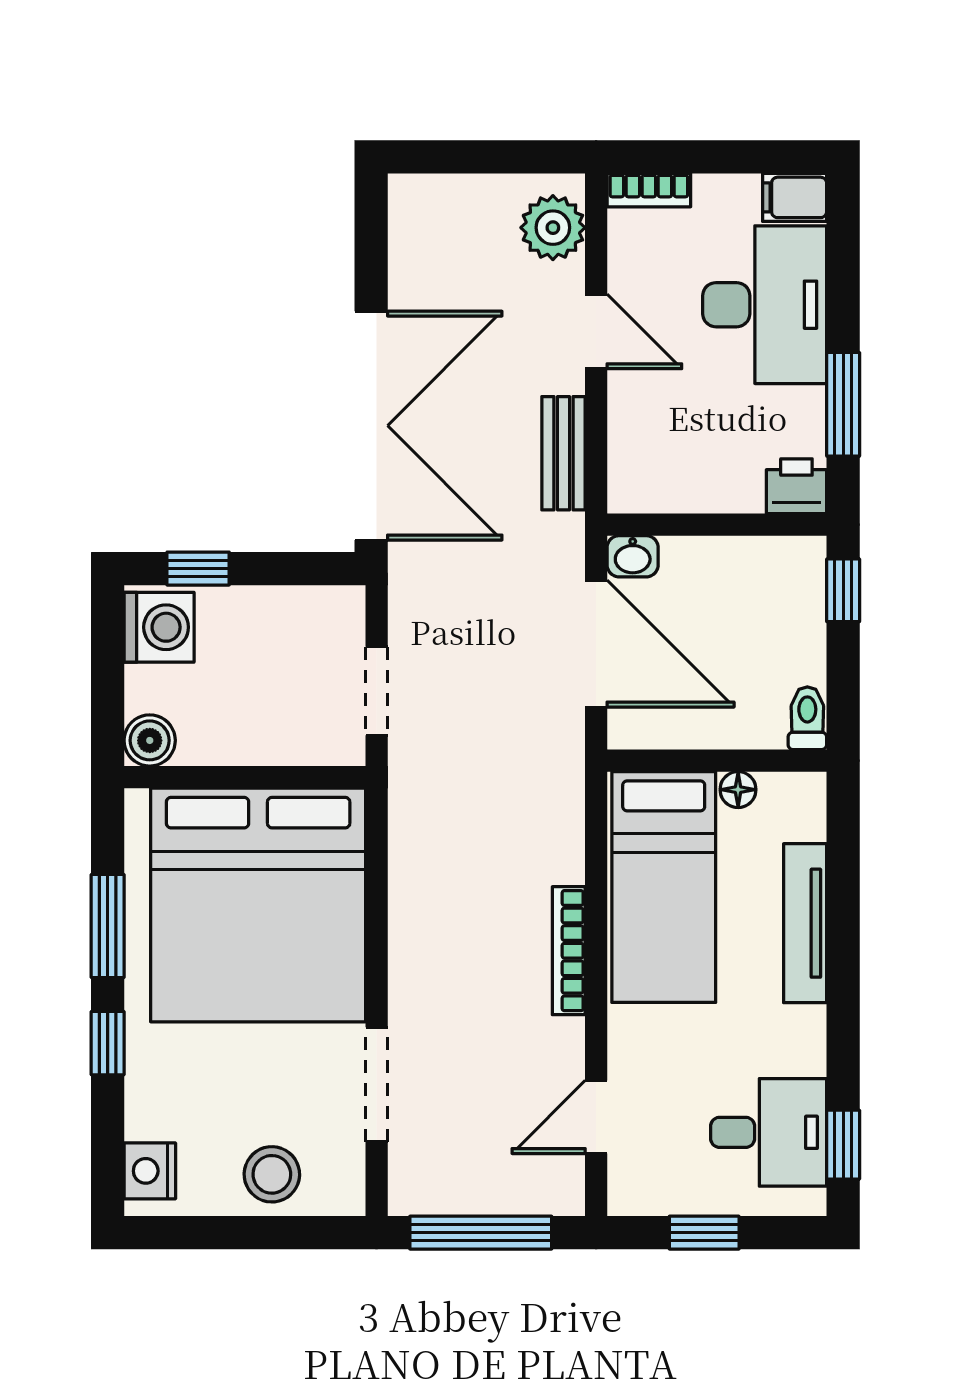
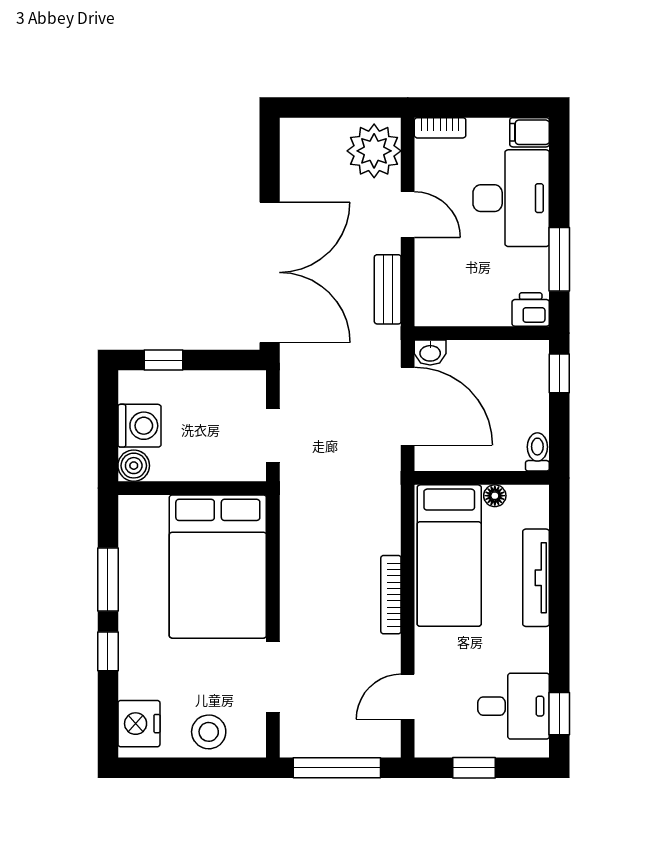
plant: (553, 228) -> (374, 151), width x1.36, depth x1.36
washing machine: (159, 627) -> (139, 426), moved
bed: (258, 905) -> (218, 567), width x0.73
nightstand: (150, 1171) -> (139, 724), width x1.36, depth x1.33

